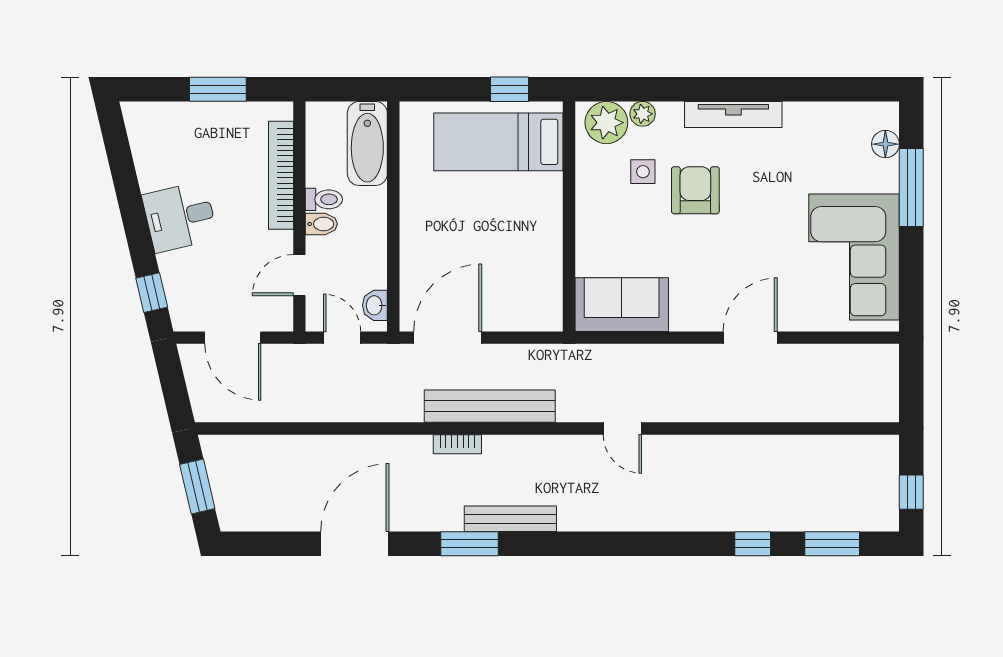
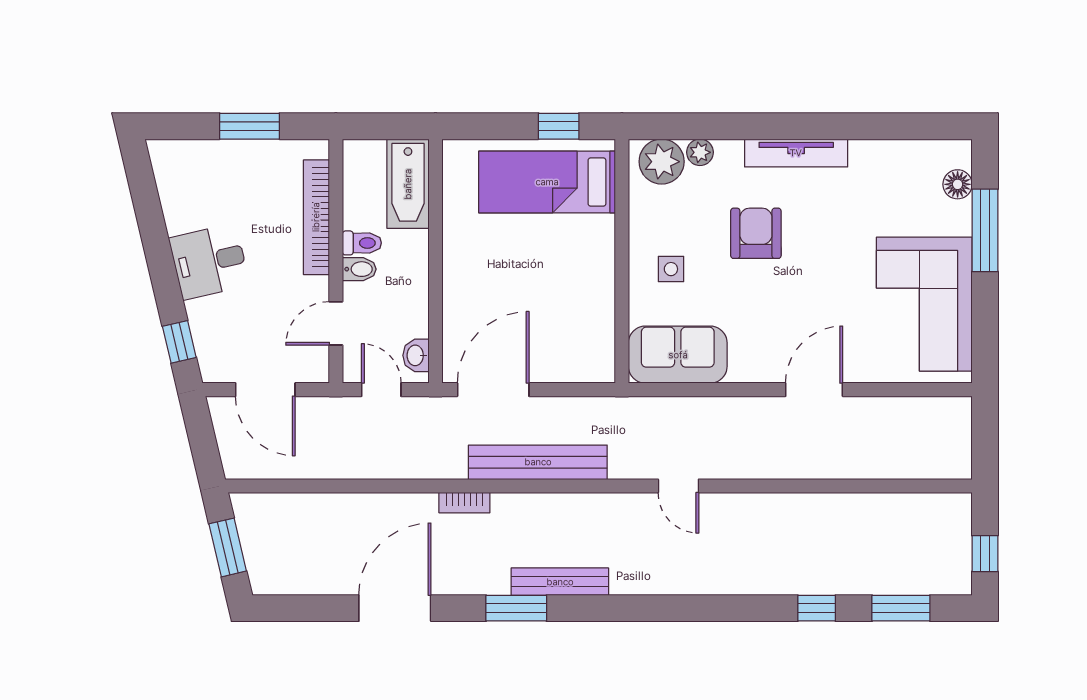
side table: (643, 172) -> (671, 269), moved
bookcase: (457, 444) -> (464, 503), moved

